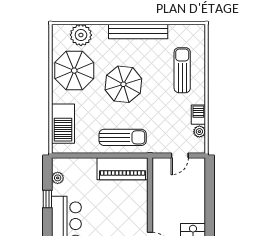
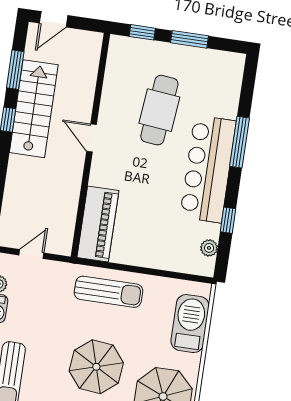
sun lounger: (123, 137) -> (109, 292), turned 180
piano: (123, 169) -> (98, 224), moved, turned 90

